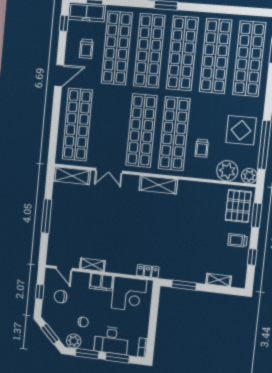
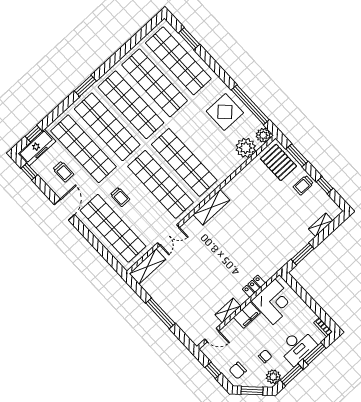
trolley: (202, 148) -> (120, 197), moved
locker: (148, 271) -> (254, 286), moved
chair: (61, 297) -> (238, 370), moved

